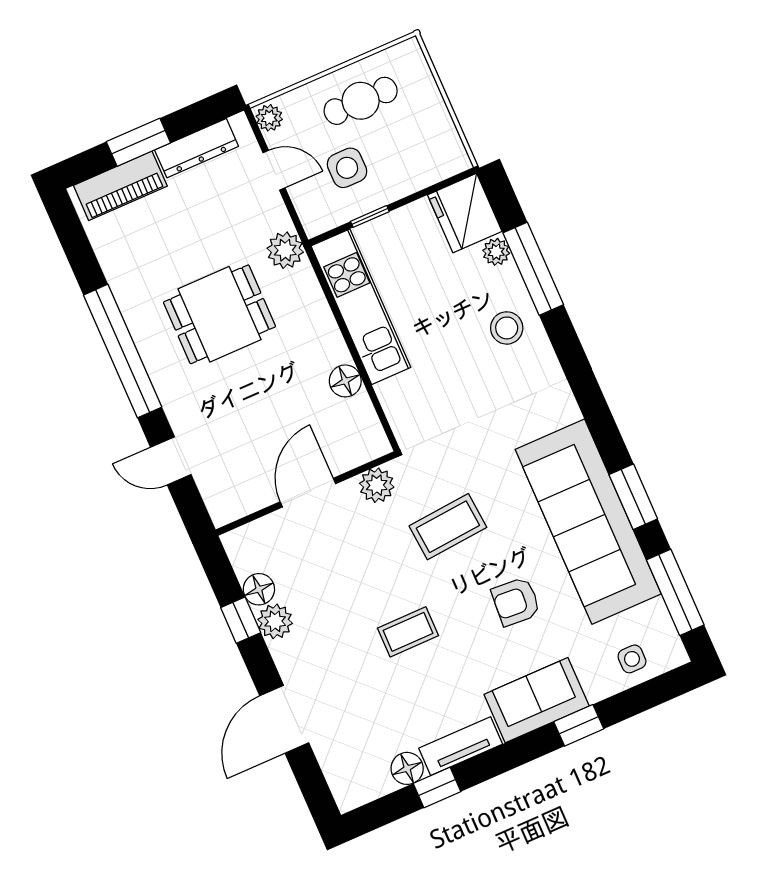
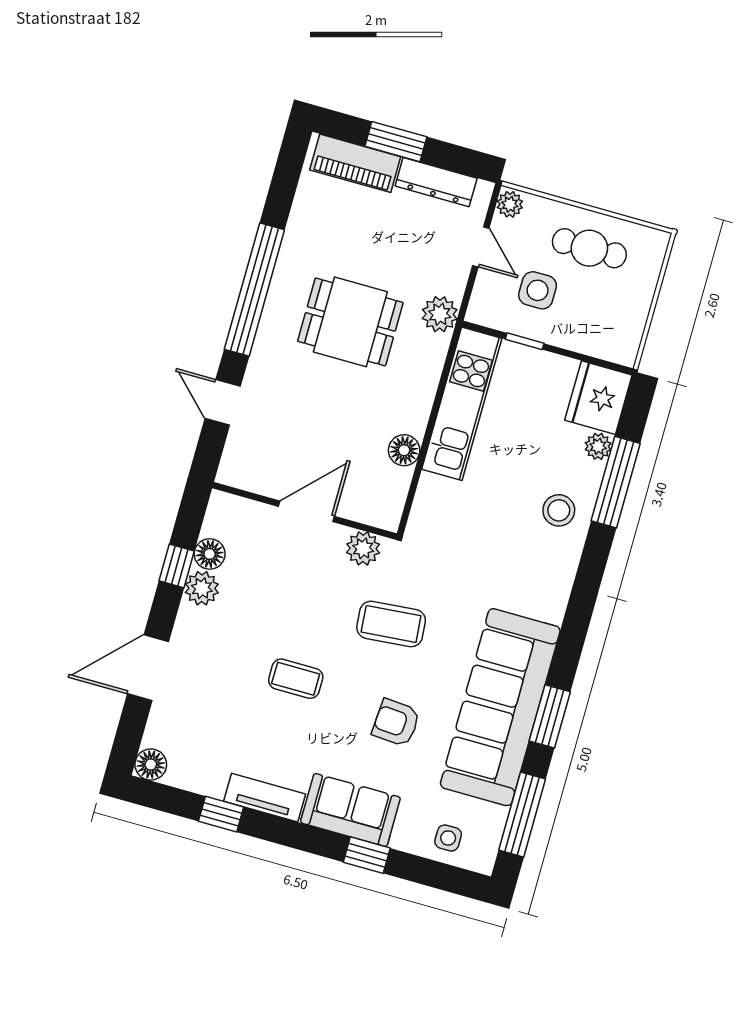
floor lamp: (407, 768) -> (151, 765), moved

